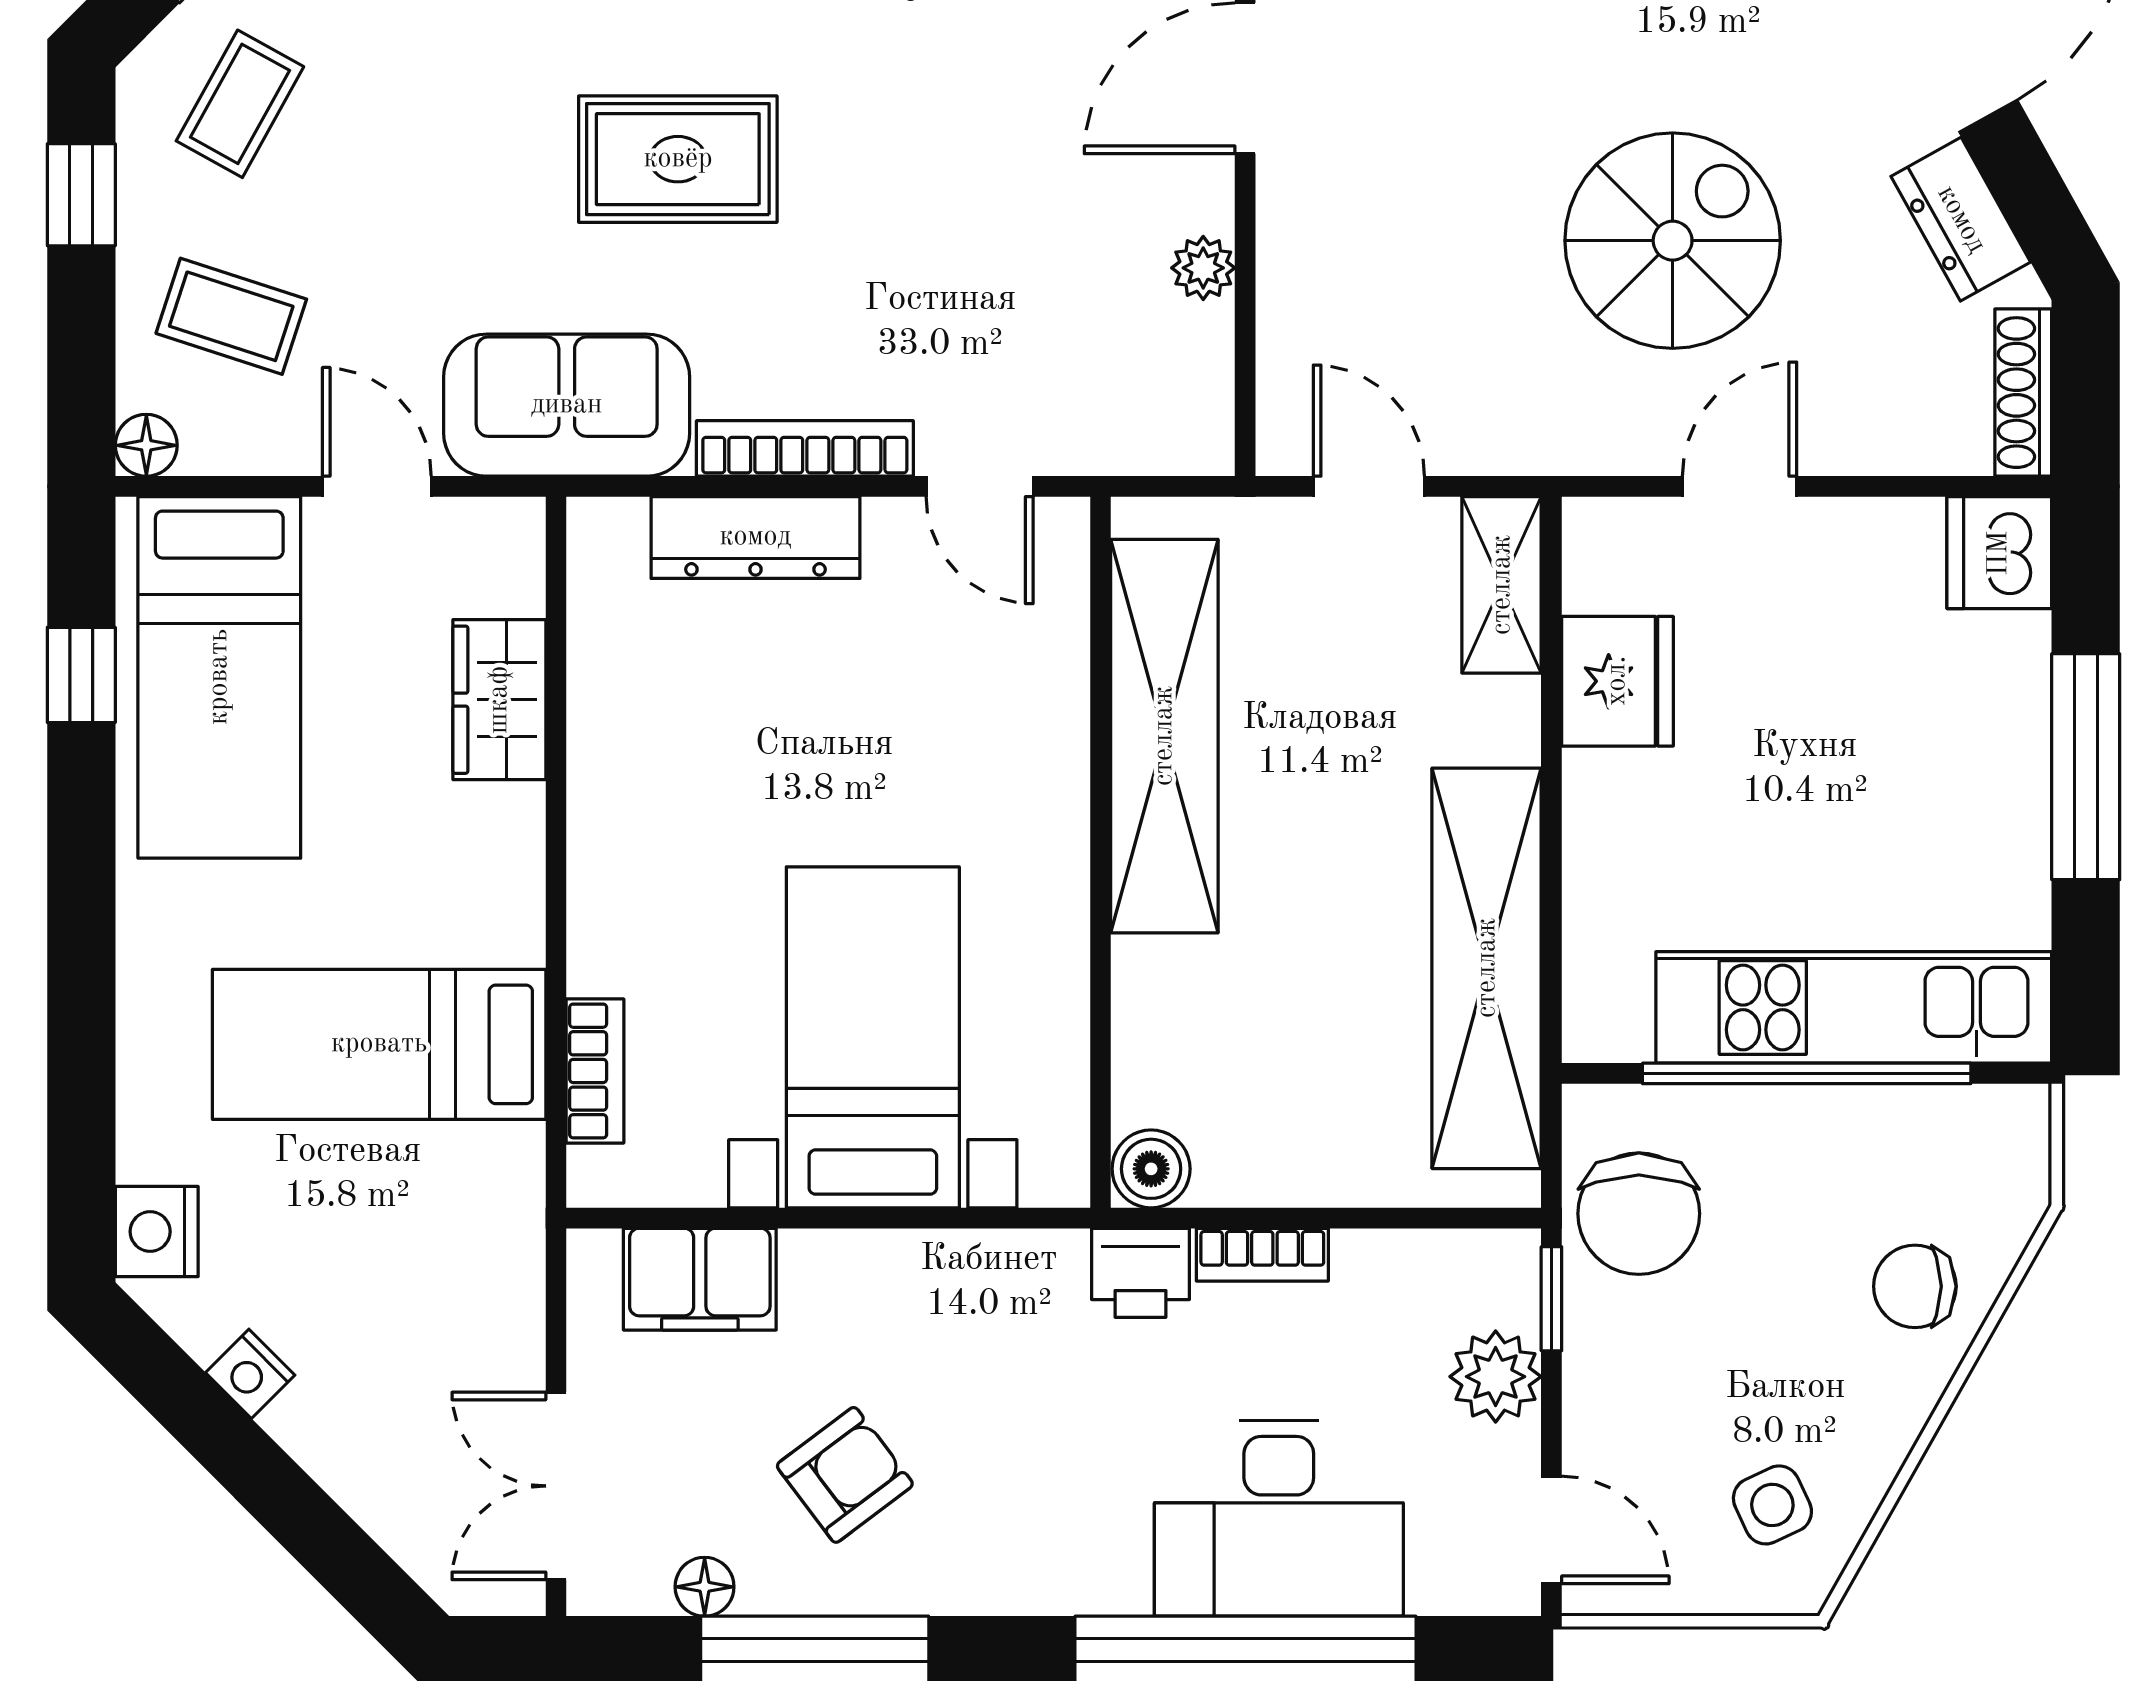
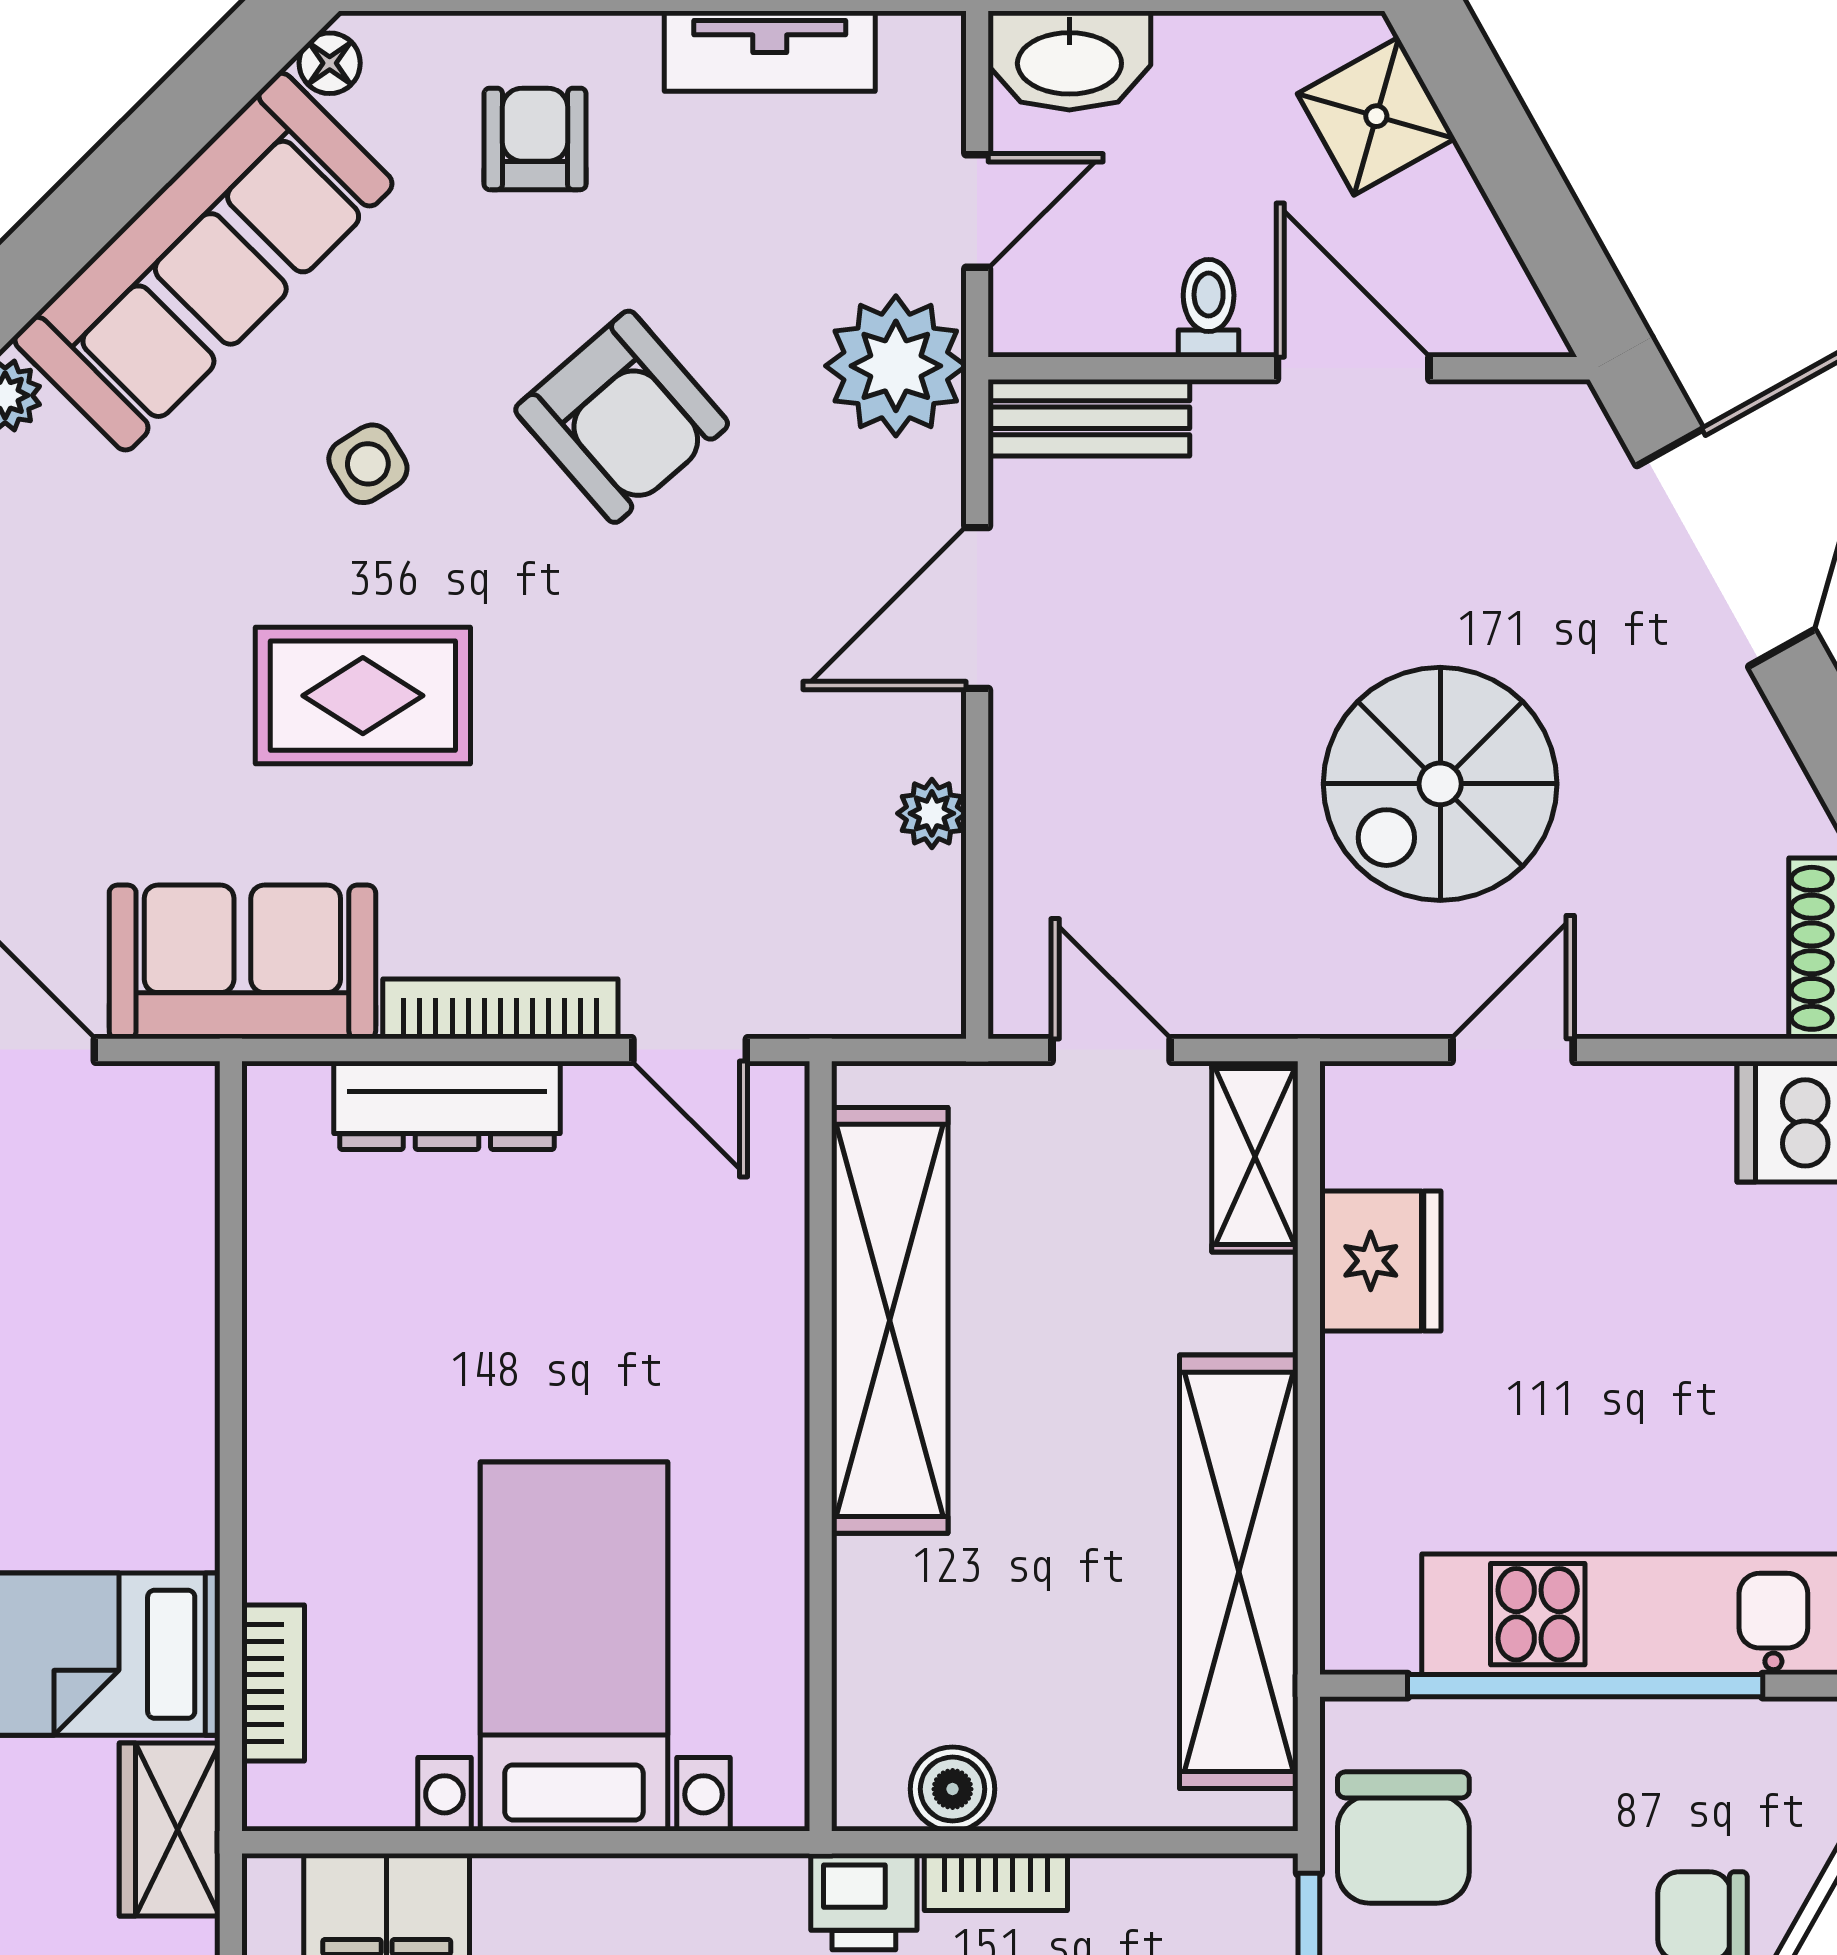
dresser: (1961, 219) -> (1752, 761), removed
spiral stairs: (1673, 241) -> (1440, 784), turned 180
wardrobe: (499, 700) -> (170, 1829), moved
boiler: (1151, 1169) -> (953, 1789), moved

